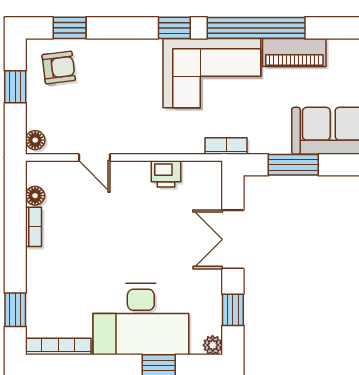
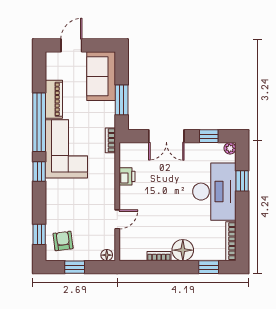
floor lamp: (35, 196) -> (183, 250), moved, width x1.89, depth x1.89

